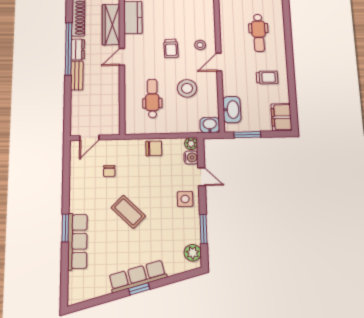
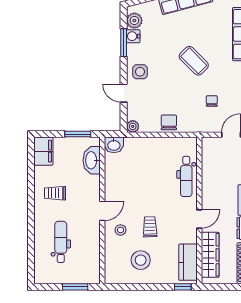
stool: (187, 88) -> (141, 260), moved
dental chair: (152, 98) -> (186, 176), moved
chair: (154, 148) -> (169, 122), turned 90
water cooler: (191, 157) -> (133, 36), moved

